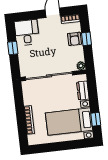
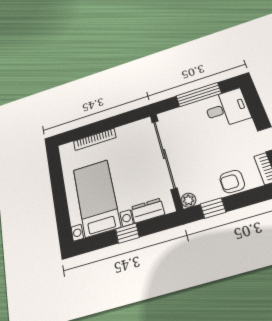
window: (87, 39) -> (213, 208), moved
window: (13, 48) -> (199, 95), width x2.17
window: (96, 119) -> (127, 233), moved

